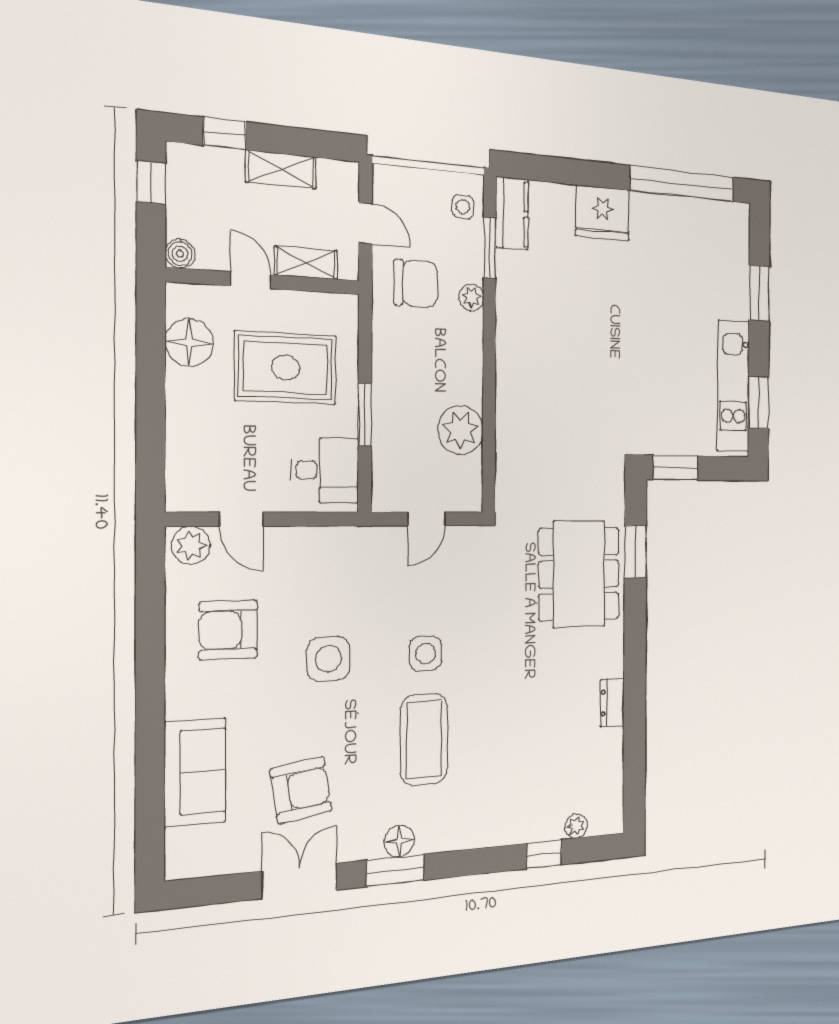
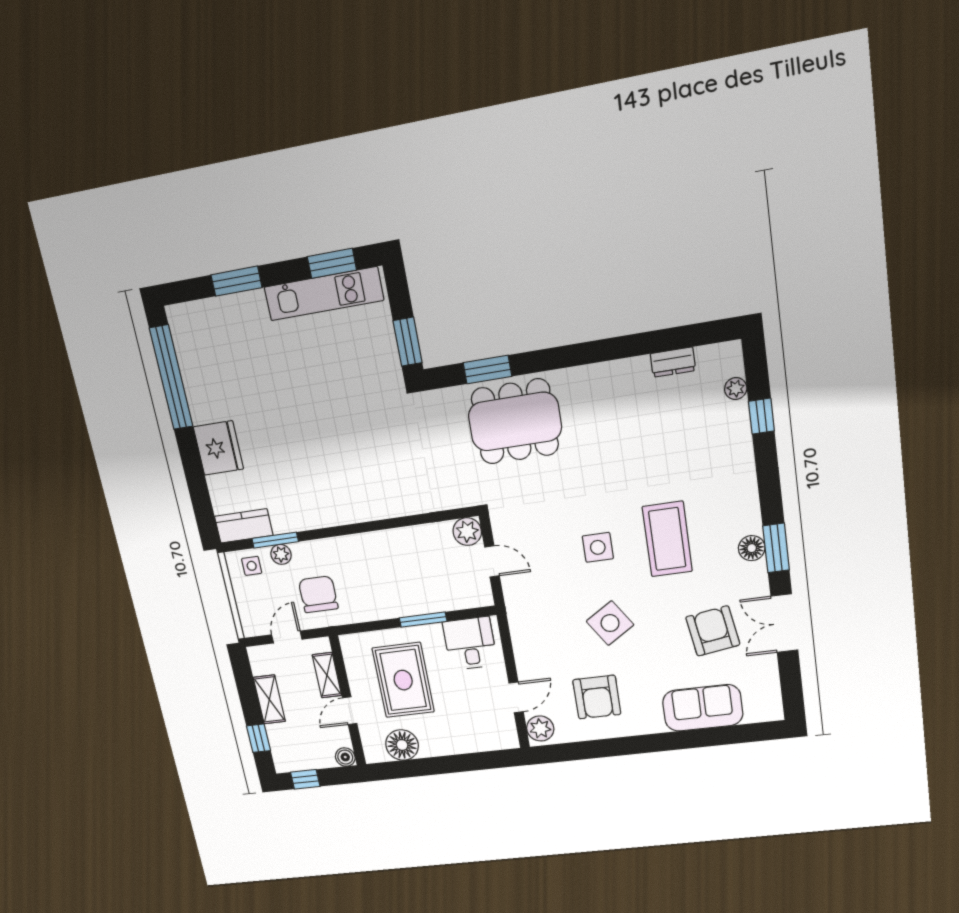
plant: (471, 298) -> (281, 554), moved
plant: (461, 430) -> (467, 532), moved, width x0.73, depth x0.73
side table: (328, 659) -> (610, 623), turned -33
dresser: (612, 703) -> (673, 362), moved
coffee table: (424, 739) -> (667, 539), turned 90

